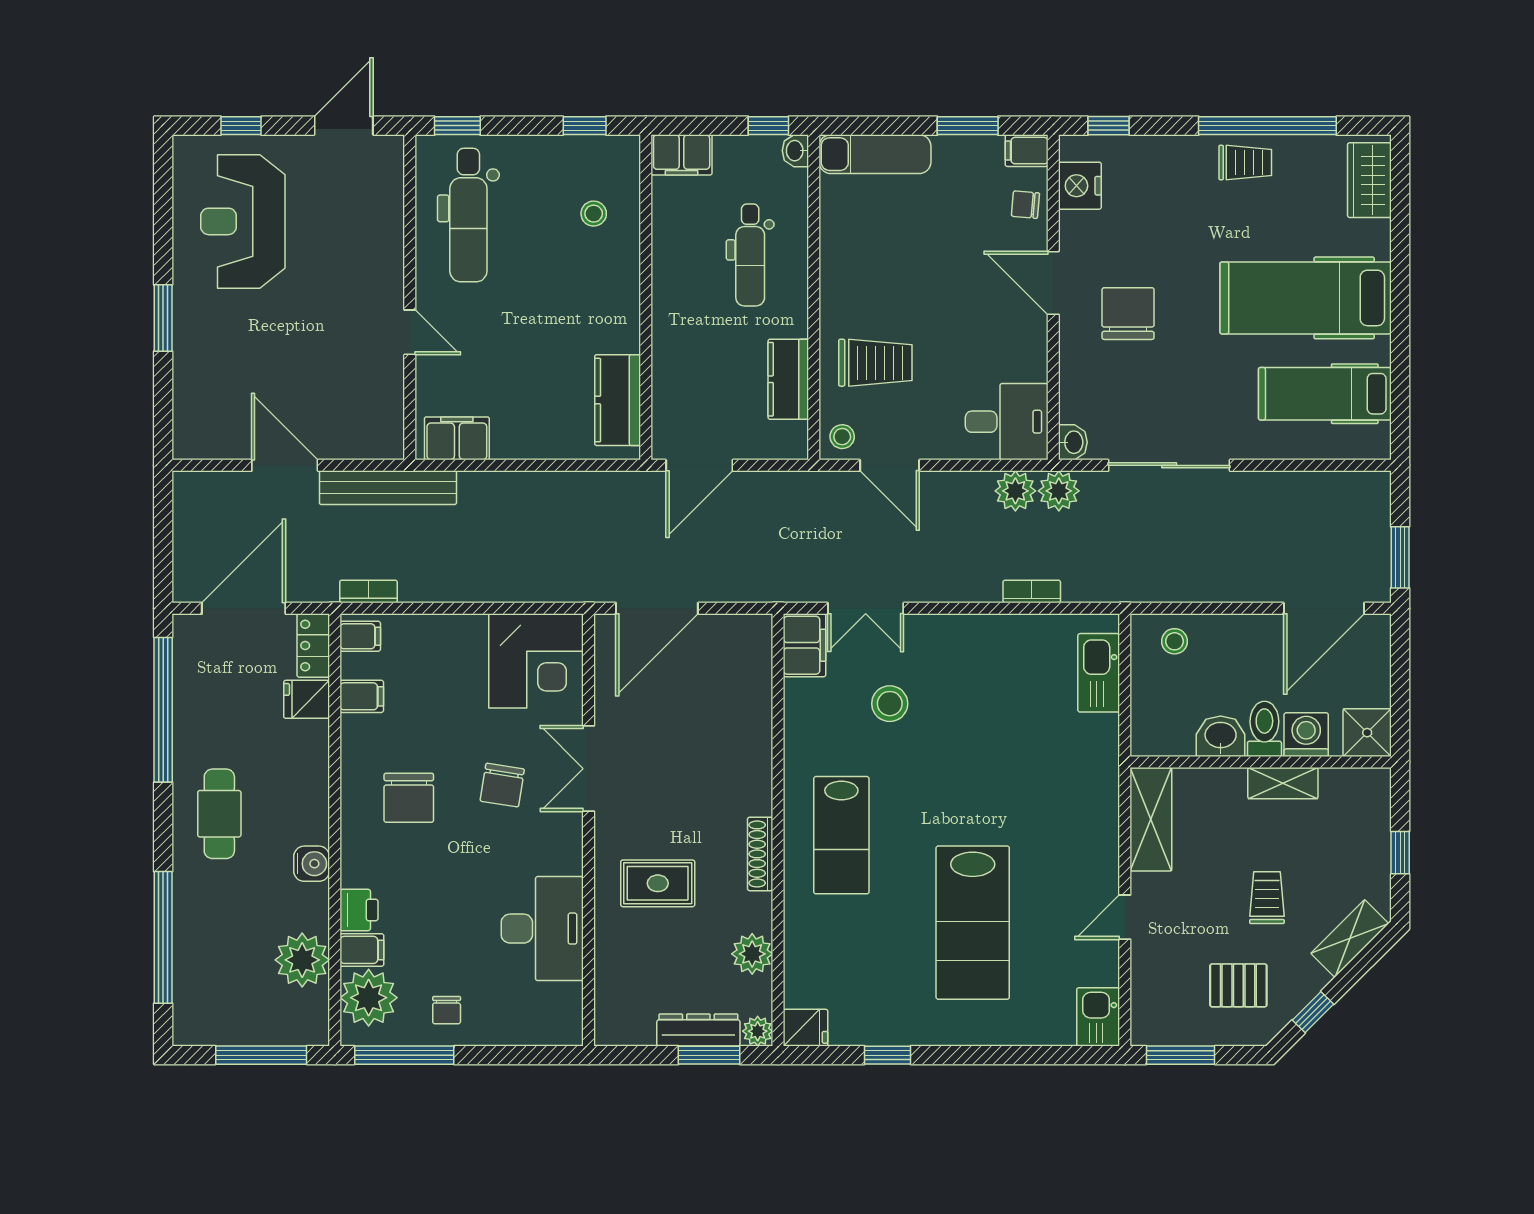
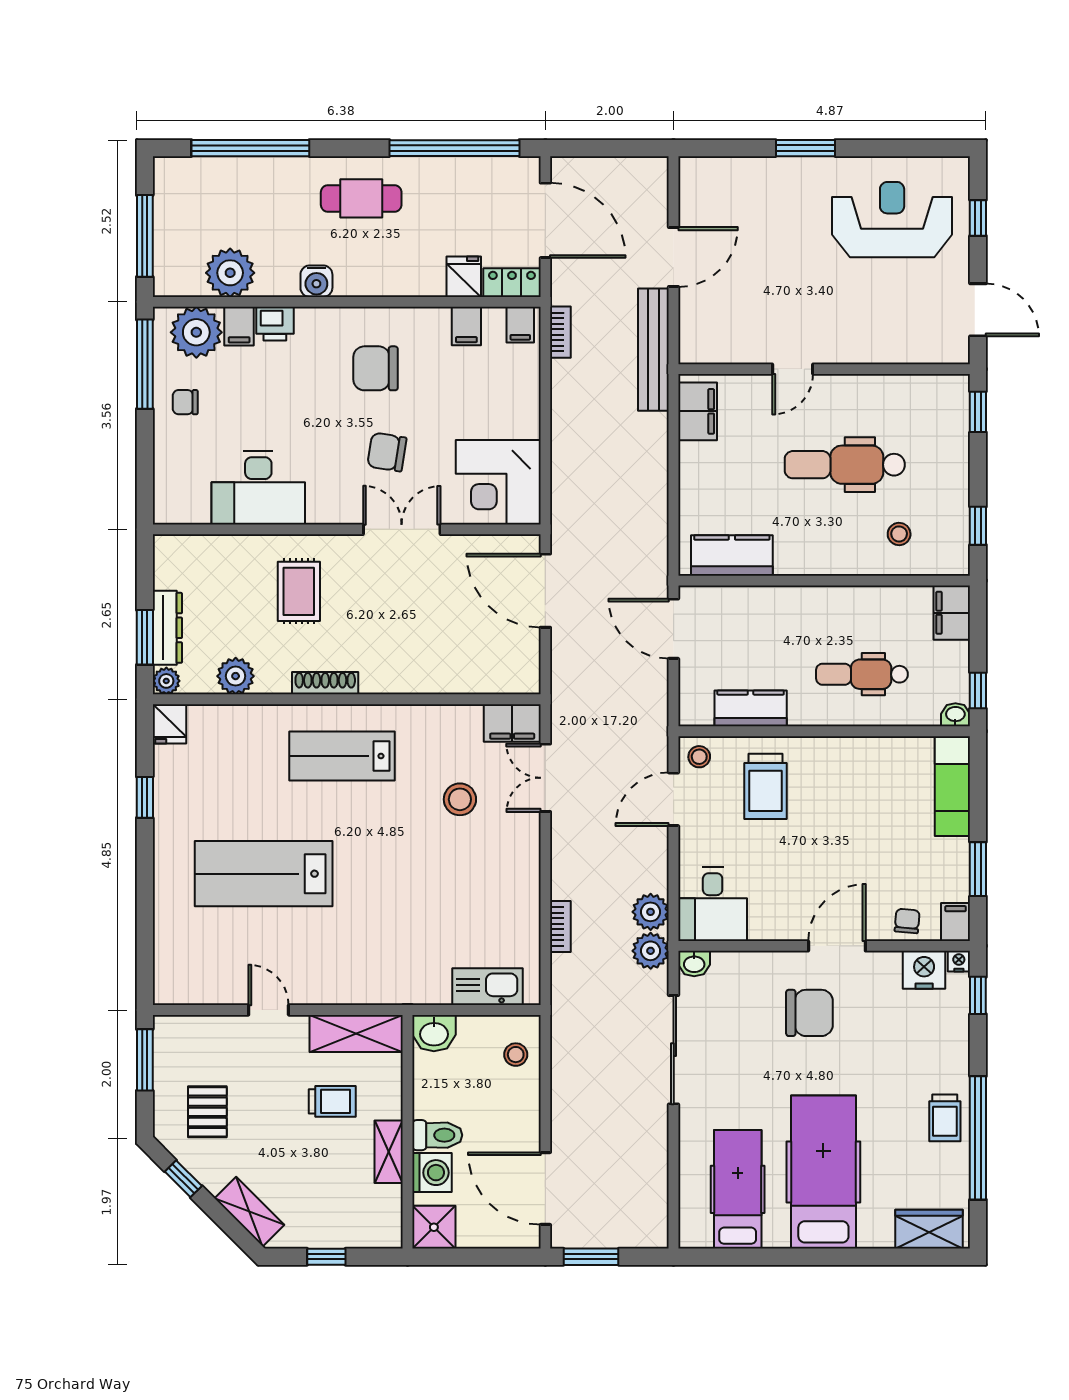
nightstand: (1070, 147) -> (959, 961), added
dental chair: (468, 215) -> (845, 465), moved
washbasin: (1221, 736) -> (434, 1033), moved, turned 90
trolley: (1267, 898) -> (332, 1101), moved
kitchen sink: (1098, 1017) -> (179, 986), removed

